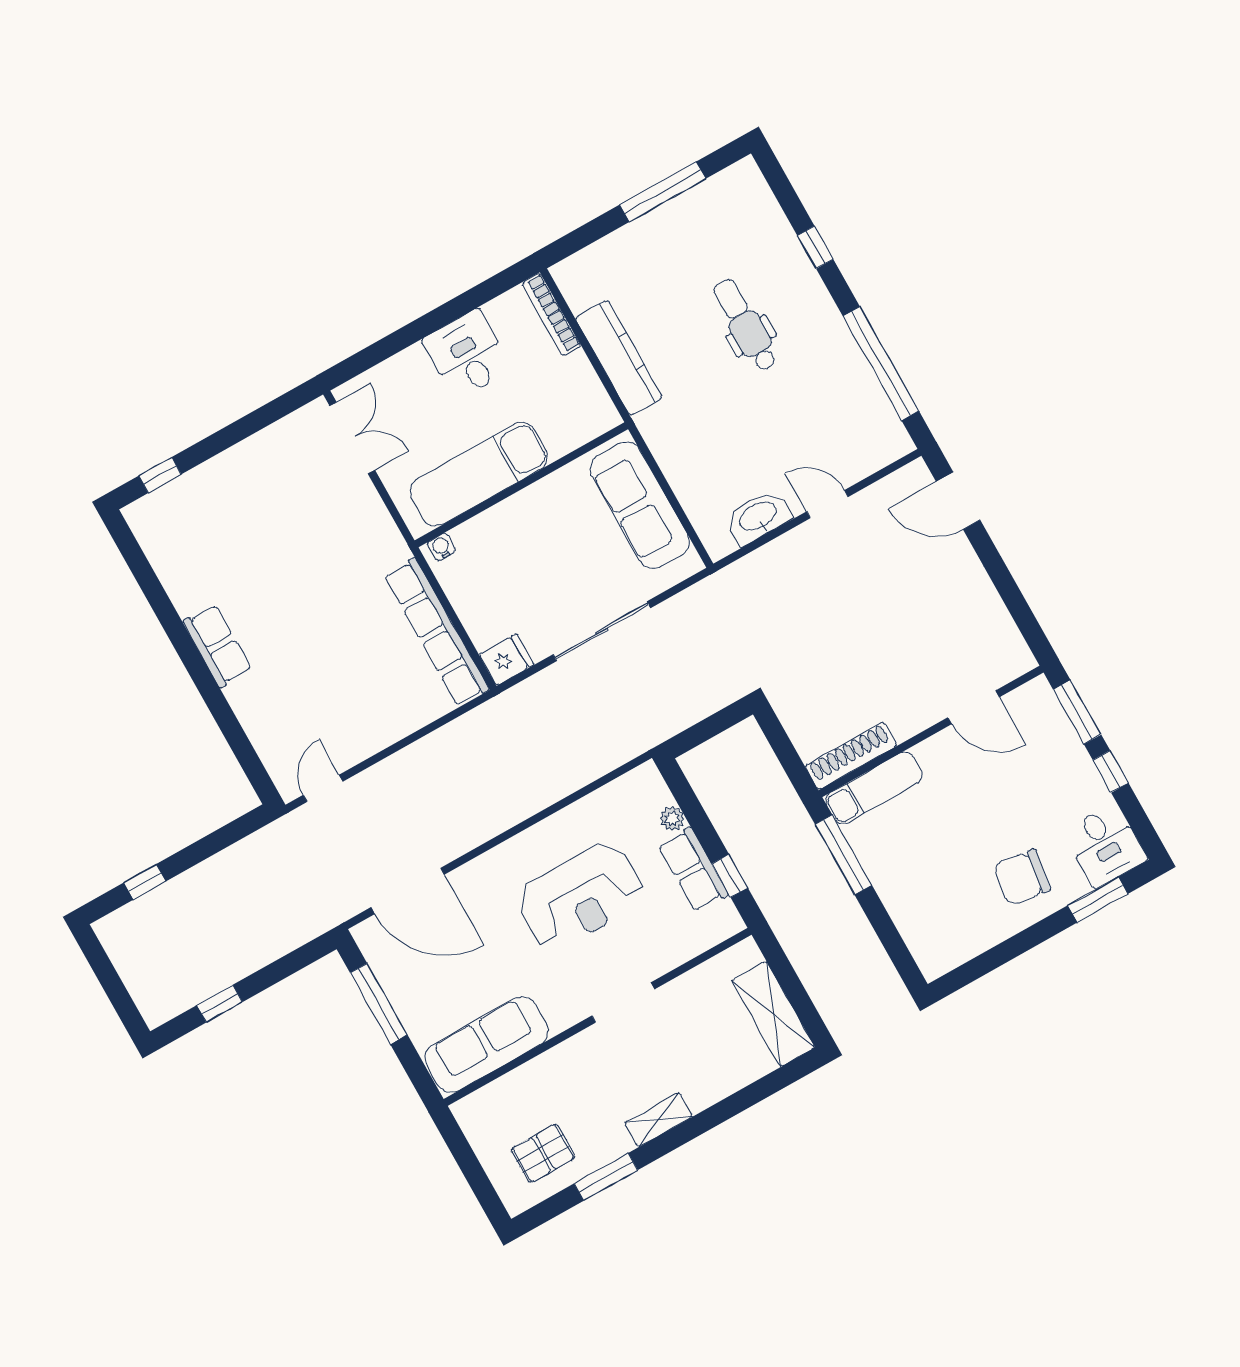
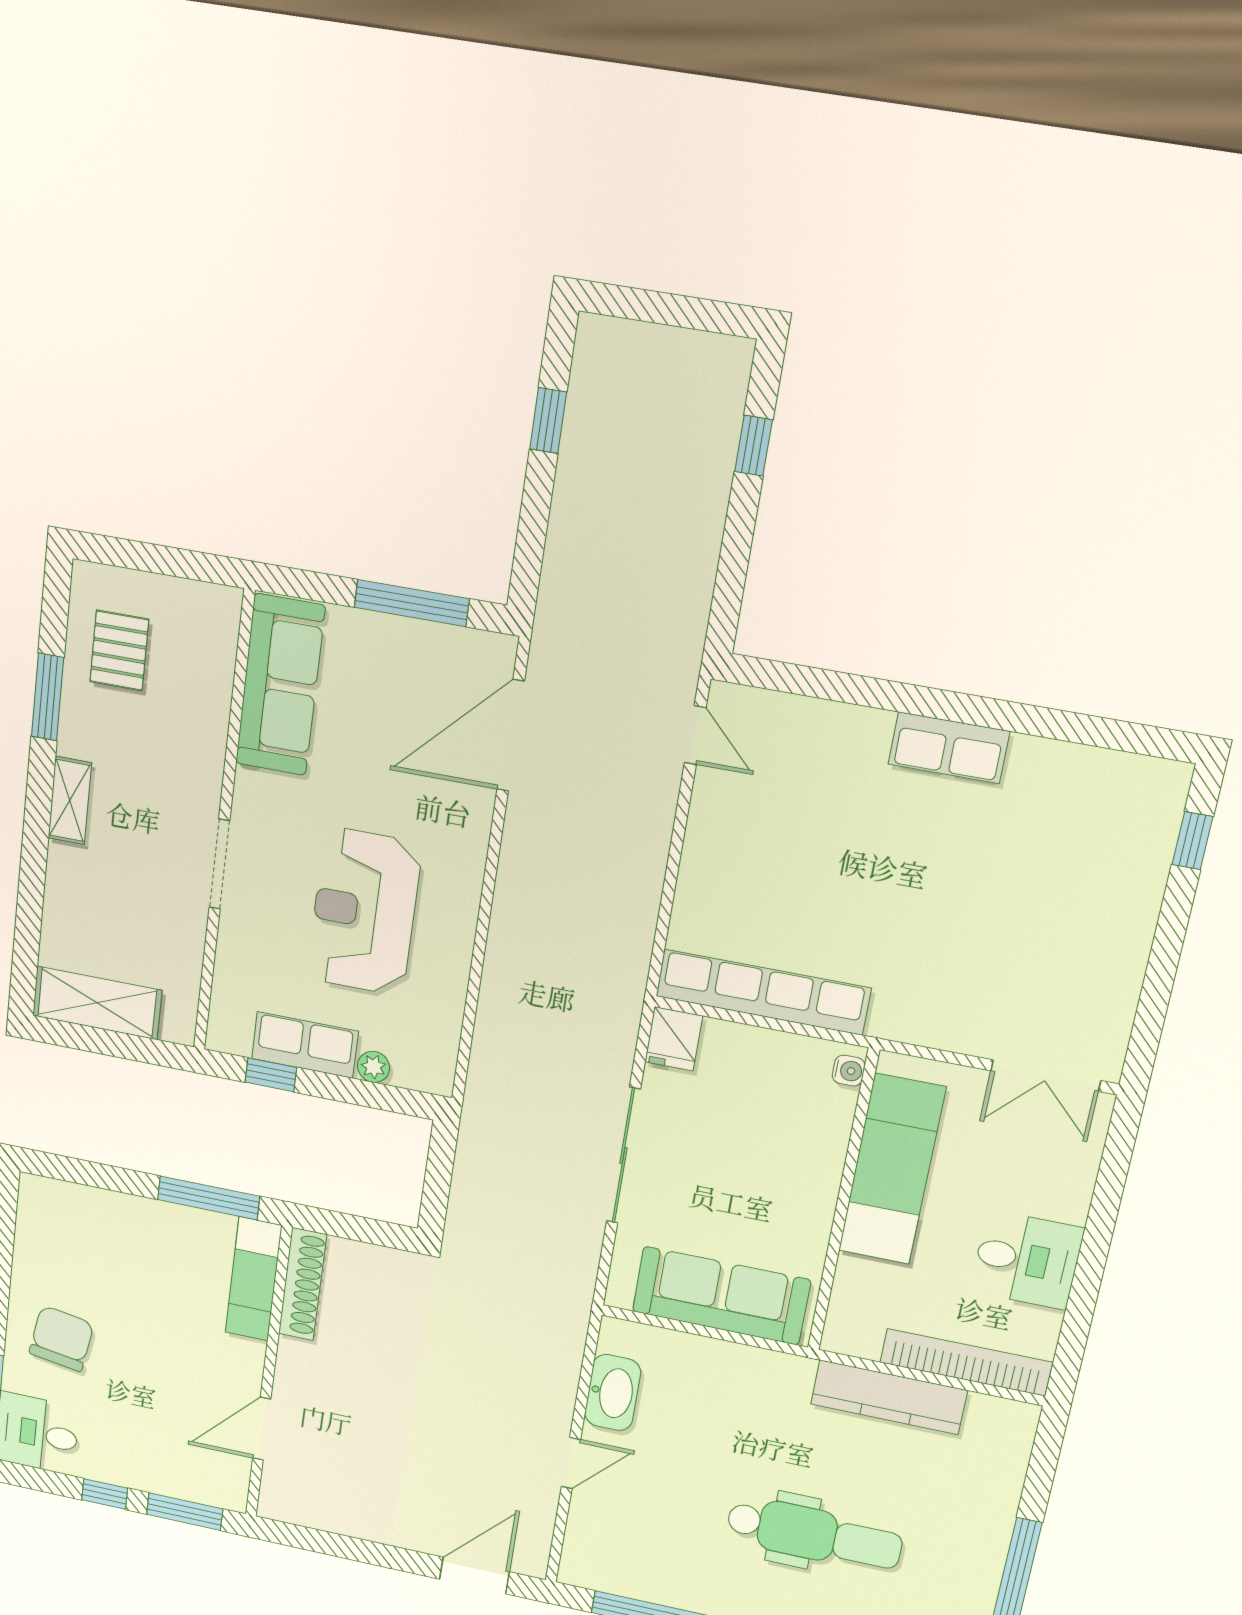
bookcase: (551, 315) -> (966, 1362), width x1.48, depth x1.31
dental chair: (745, 325) -> (814, 1534), width x1.36, depth x1.38

